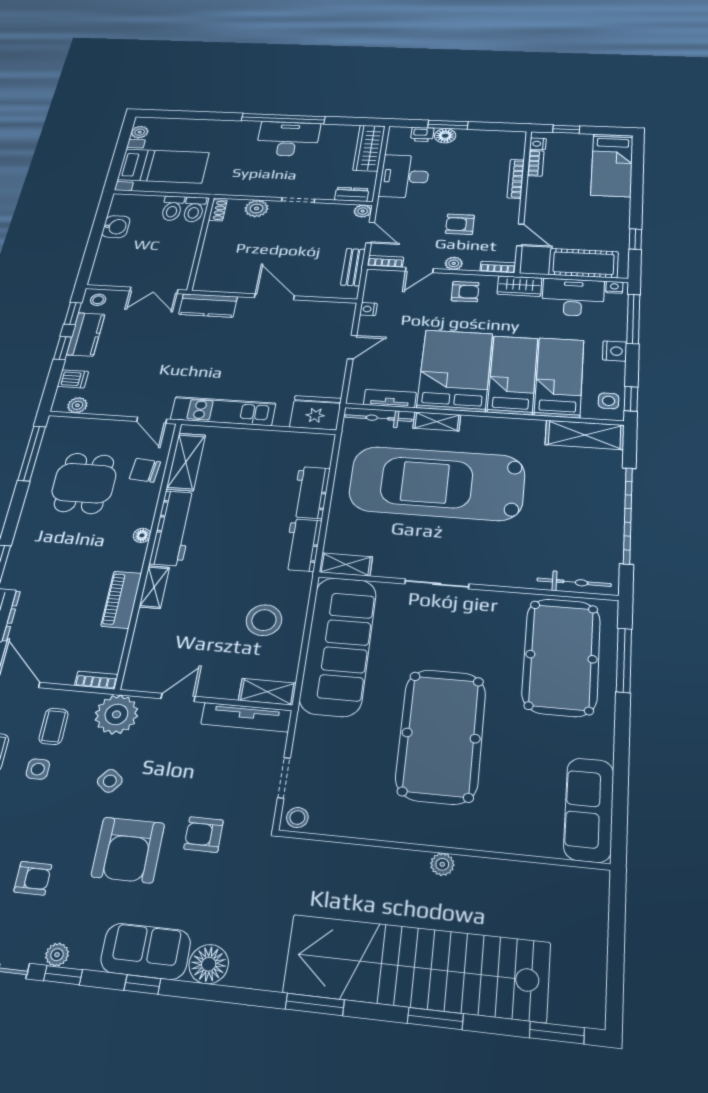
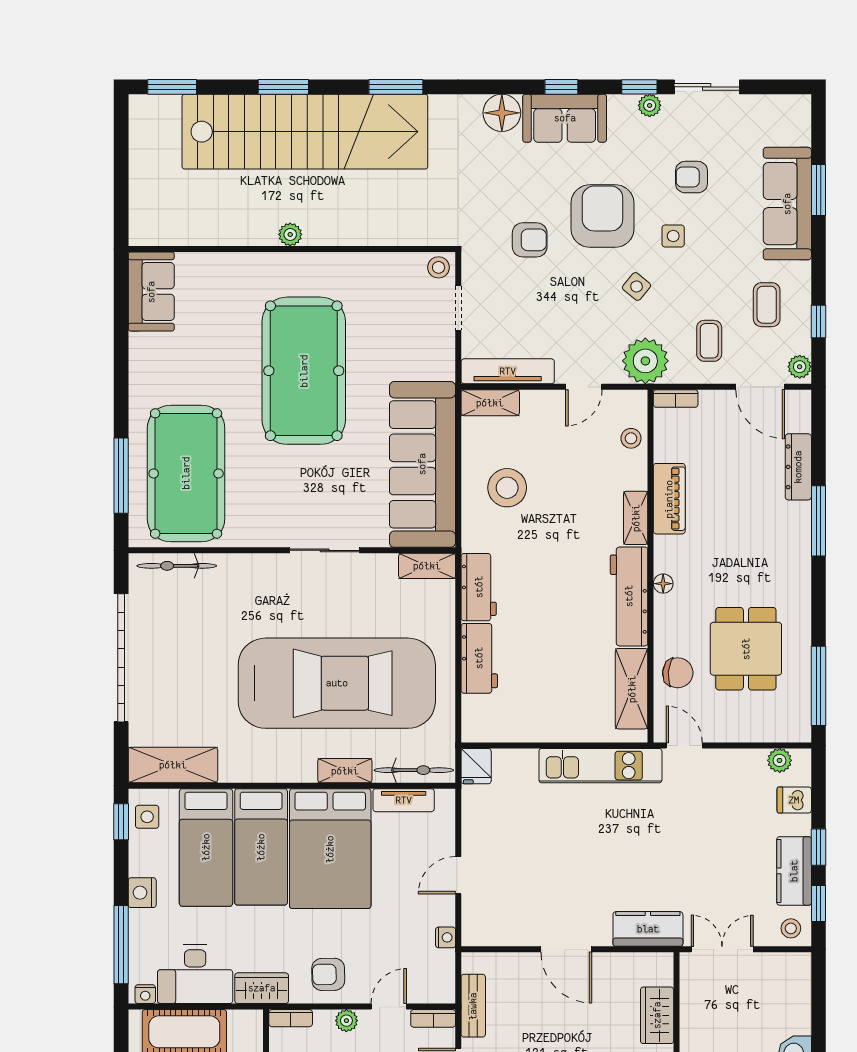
wardrobe: (213, 254) -> (657, 1015), added
fridge: (316, 413) -> (476, 766), width x0.53, depth x0.75
stool: (144, 651) -> (631, 438), added
side table: (38, 769) -> (673, 236), moved
sofa: (589, 810) -> (151, 292), width x0.73

